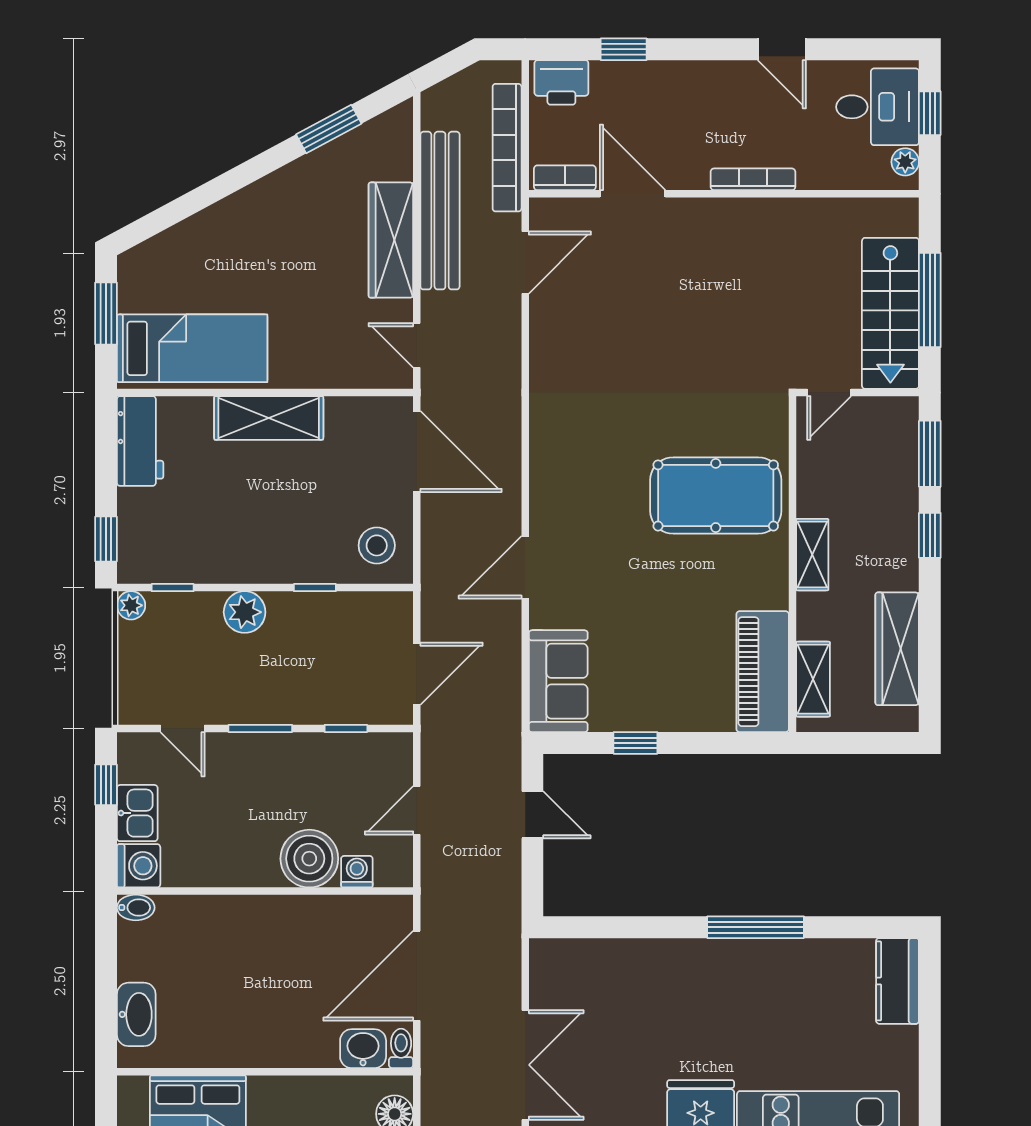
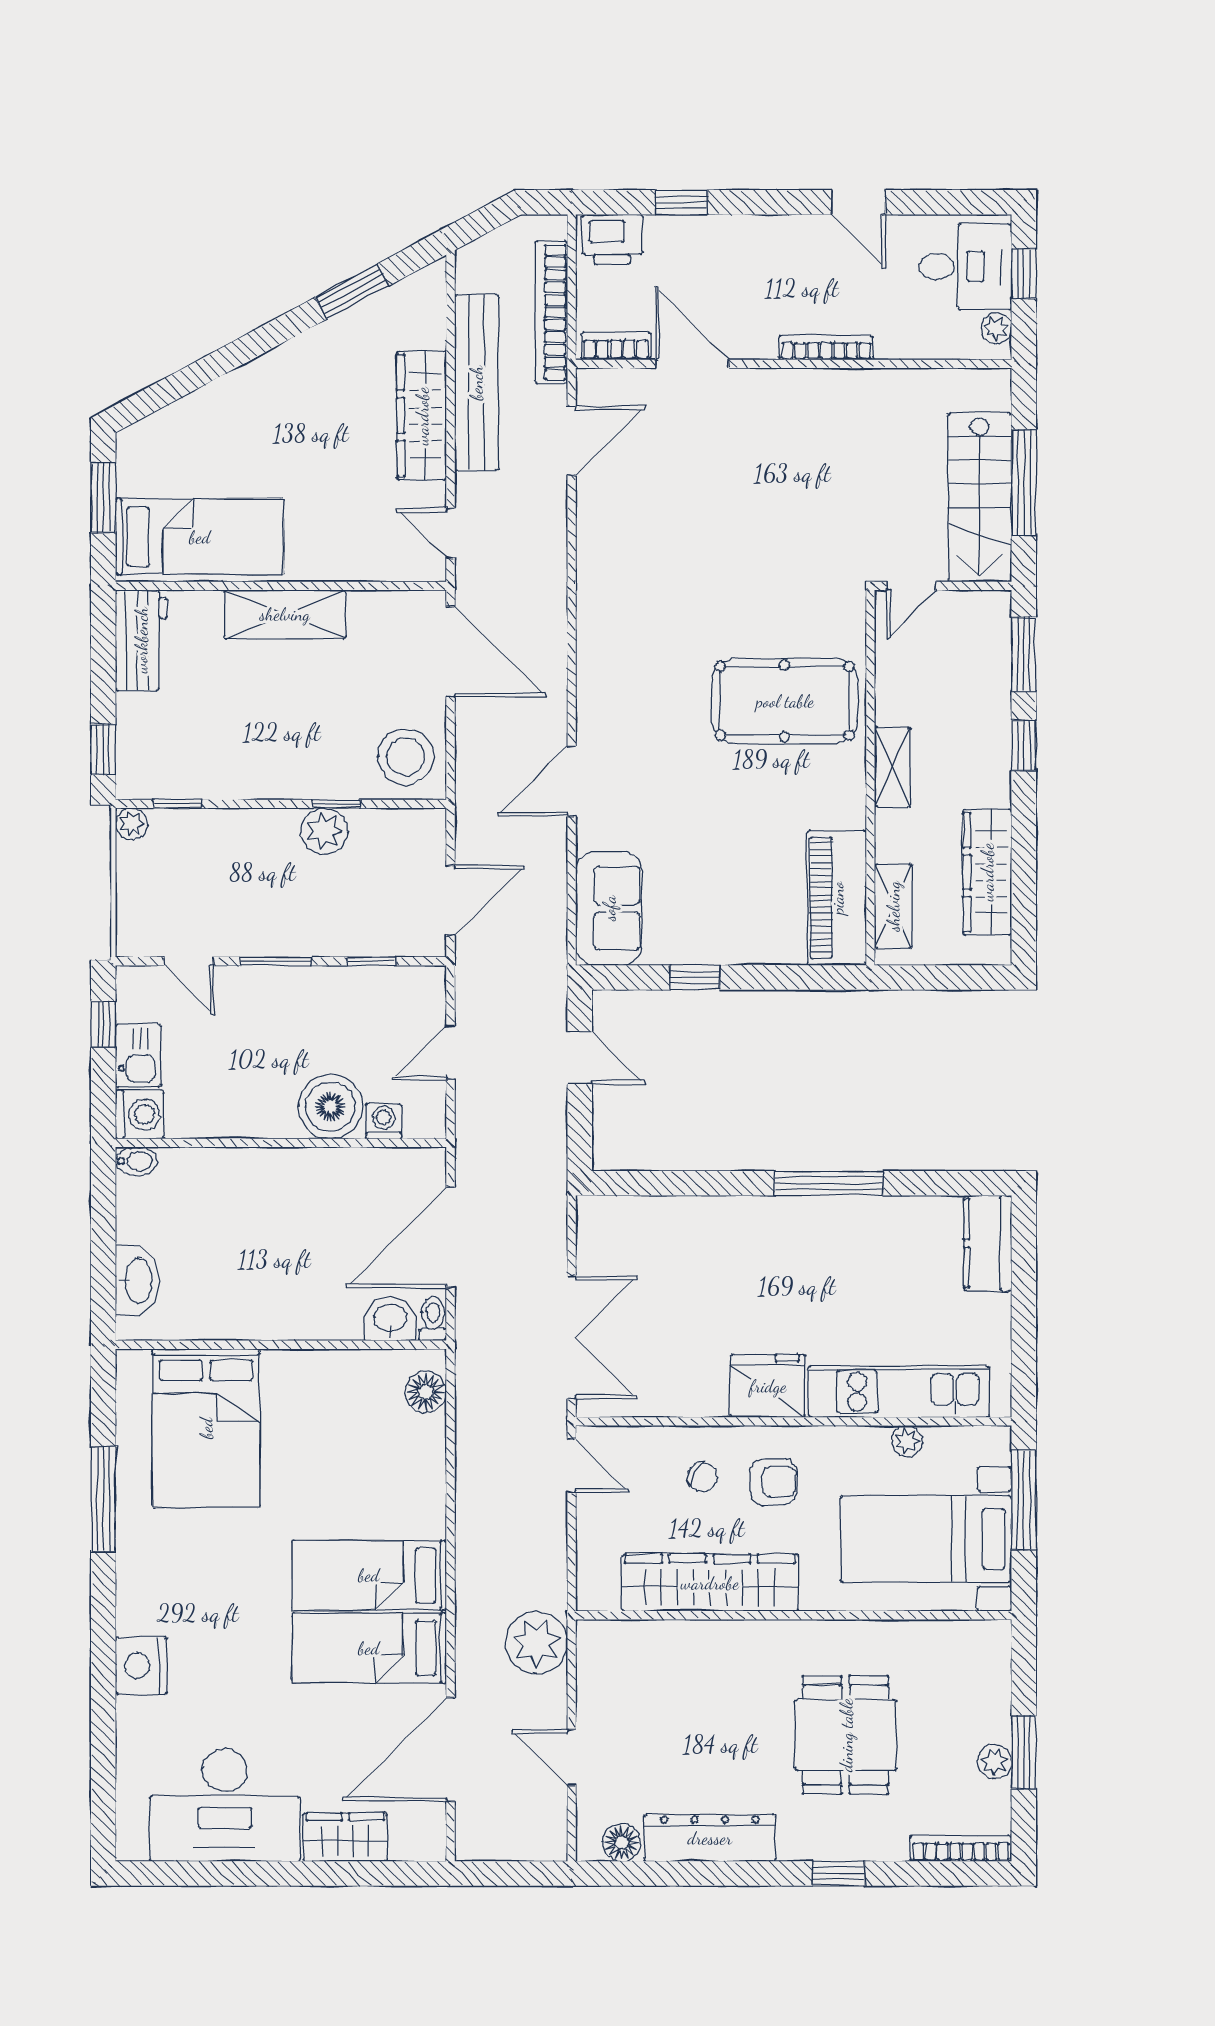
stool: (377, 545) -> (406, 757), width x1.38, depth x1.38
plant: (245, 612) -> (324, 831), moved

